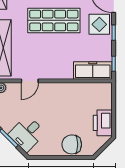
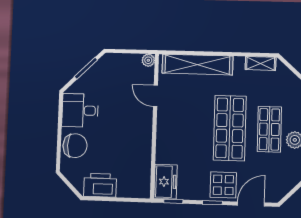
freezer: (93, 70) -> (166, 182), width x0.71
desk: (27, 134) -> (80, 110), moved, turned -45
chair: (72, 144) -> (75, 146), turned 90

